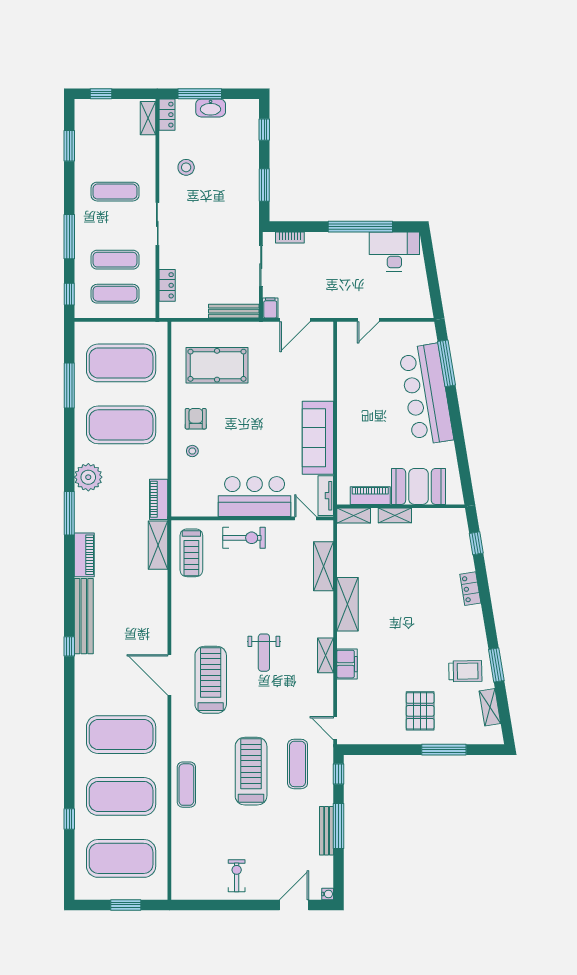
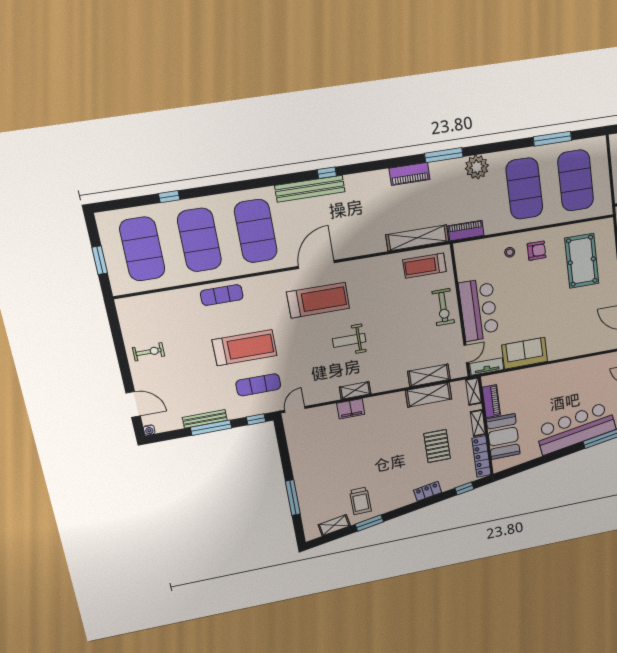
sofa: (318, 438) -> (525, 353), width x0.73
locker: (439, 517) -> (481, 456), added
shelving: (158, 545) -> (417, 238), width x1.47
shelving: (348, 604) -> (429, 395), moved
bench: (84, 616) -> (310, 189), moved
pallet: (420, 711) -> (437, 446), moved, turned 90

